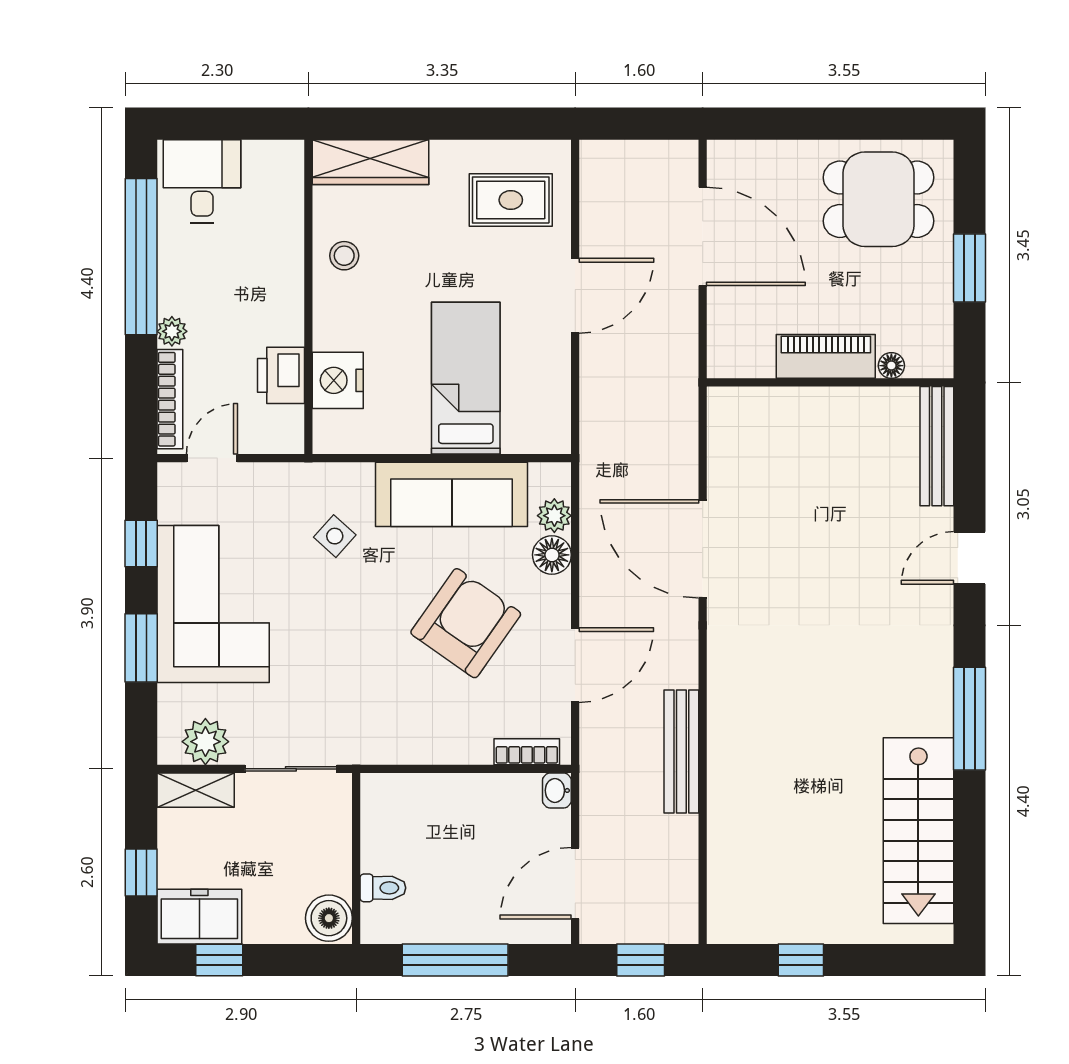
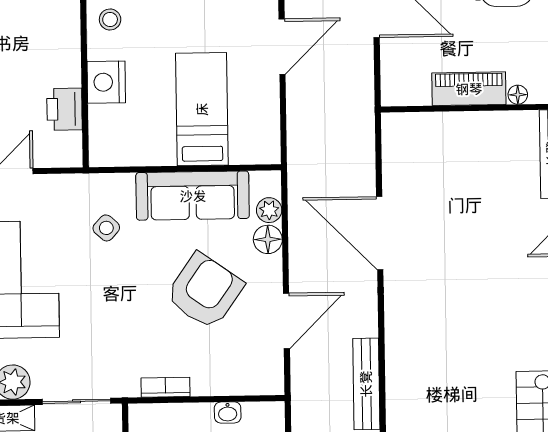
nightstand: (338, 380) -> (106, 82), moved
bookcase: (527, 752) -> (165, 387), moved
washbasin: (557, 790) -> (228, 412), moved, turned -90

